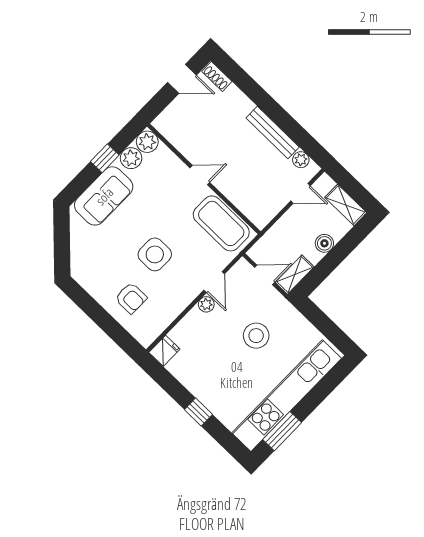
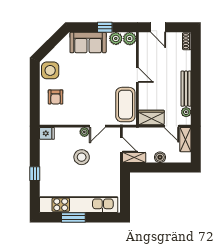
door: (182, 79) -> (158, 27), moved
shelving: (346, 205) -> (185, 140), moved
wardrobe: (267, 208) -> (151, 117), added
side table: (155, 254) -> (50, 70), moved
stool: (256, 336) -> (82, 157), moved
window: (282, 431) -> (73, 218), moved

